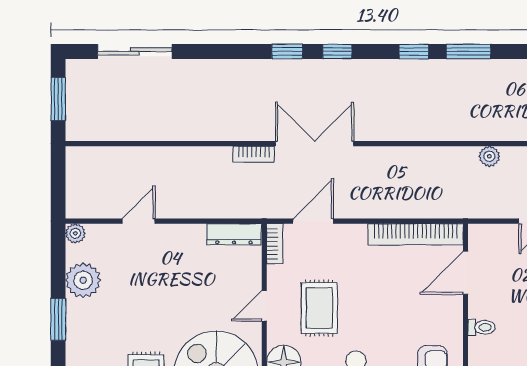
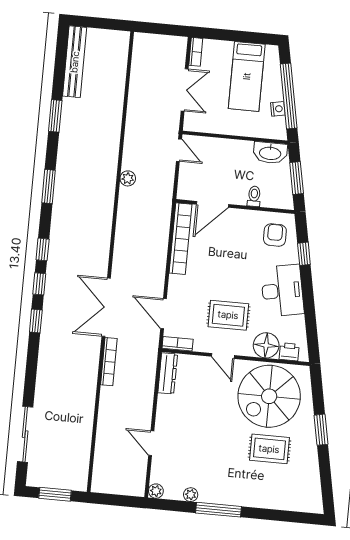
window: (414, 51) -> (43, 249), moved
bookcase: (254, 154) -> (109, 362), width x1.56
door: (465, 273) -> (212, 204), hinge flipped
plant: (83, 280) -> (191, 495), width x0.53, depth x0.53
window: (58, 319) -> (219, 510), width x1.44

